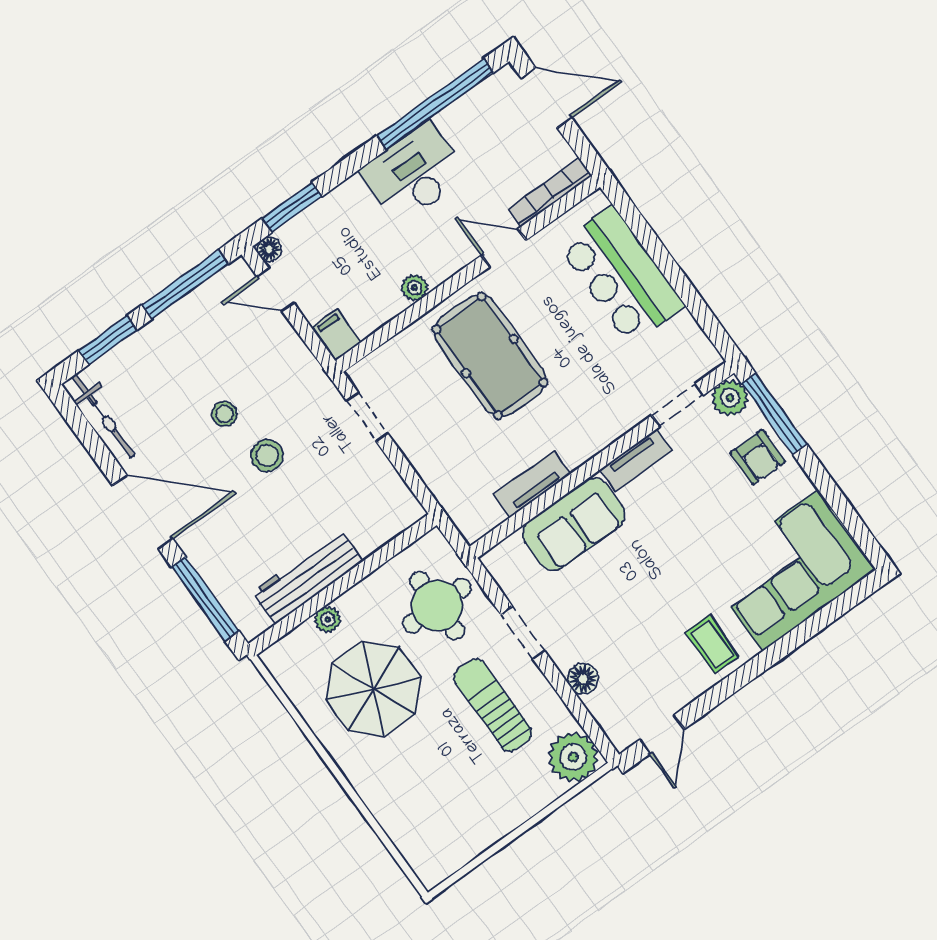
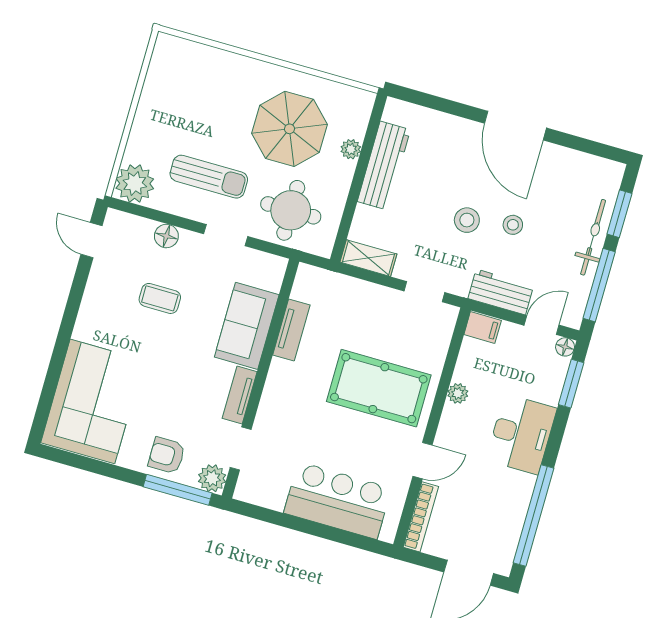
desk: (414, 173) -> (521, 434), moved
workbench: (290, 356) -> (501, 292), added
bicycle: (103, 416) -> (593, 237), moved, turned 90
shelving: (397, 495) -> (368, 258), added
door: (143, 512) -> (515, 126), hinge flipped
window: (205, 599) -> (435, 103), removed
coffee table: (712, 644) -> (160, 298), moved

